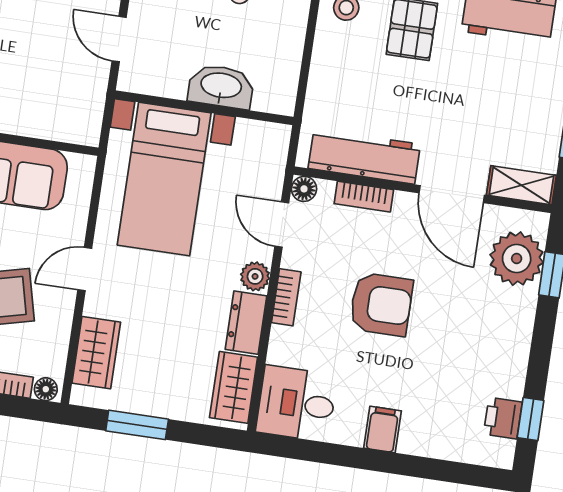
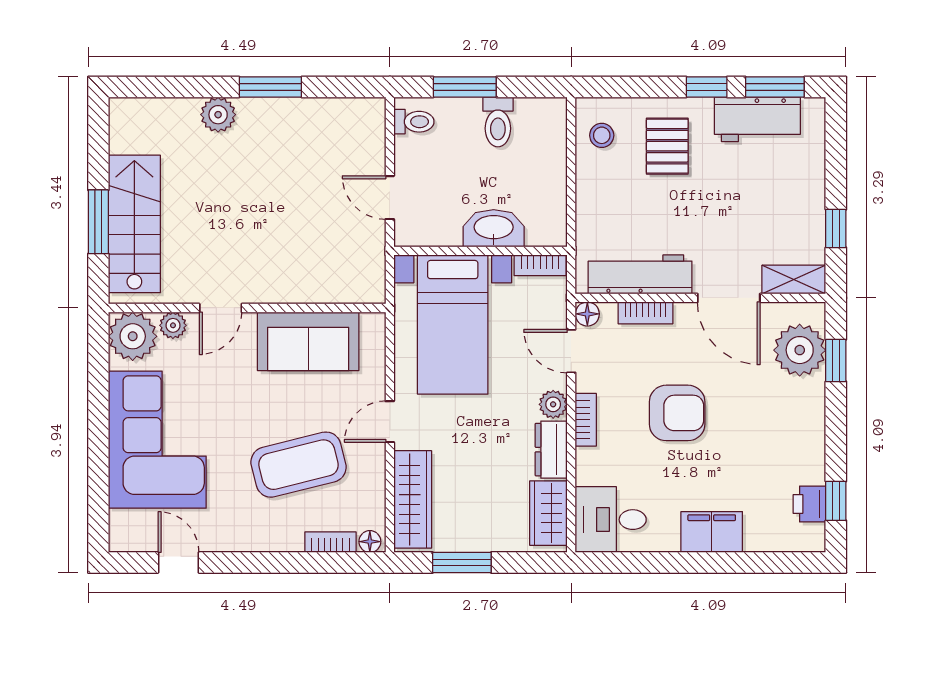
bookcase: (263, 132) -> (540, 265), added
wardrobe: (96, 353) -> (413, 499), width x1.50
filing cabinet: (383, 429) -> (712, 532), width x2.00

